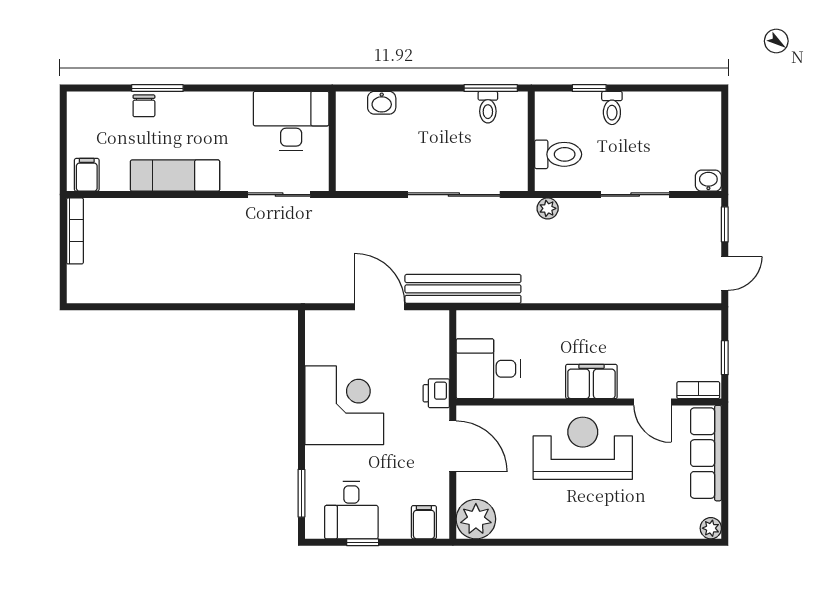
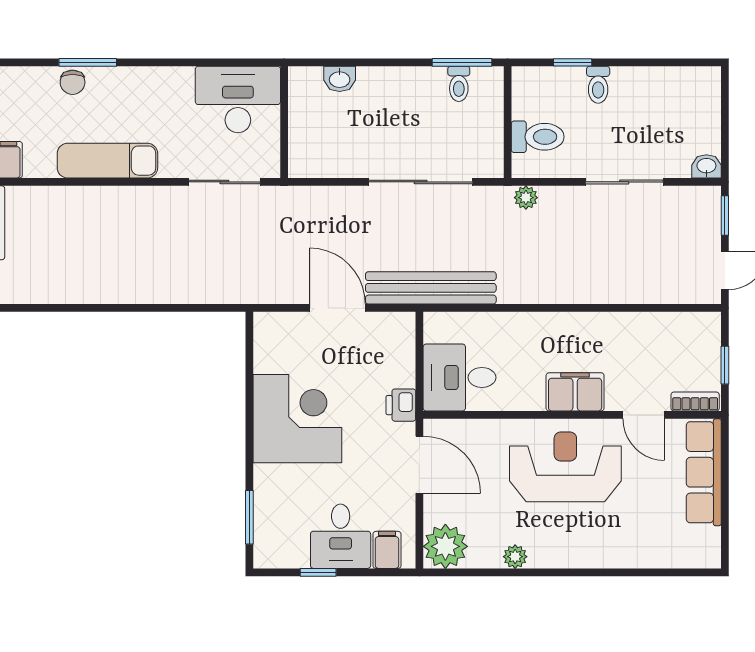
desk: (351, 510) -> (341, 536), moved
plant: (711, 528) -> (515, 557), moved

